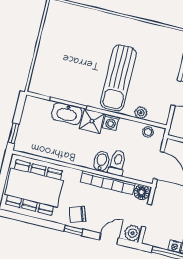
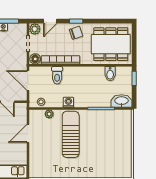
washbasin: (67, 114) -> (121, 101), moved
shower: (92, 121) -> (82, 100), removed
bidet: (101, 161) -> (110, 74), moved

